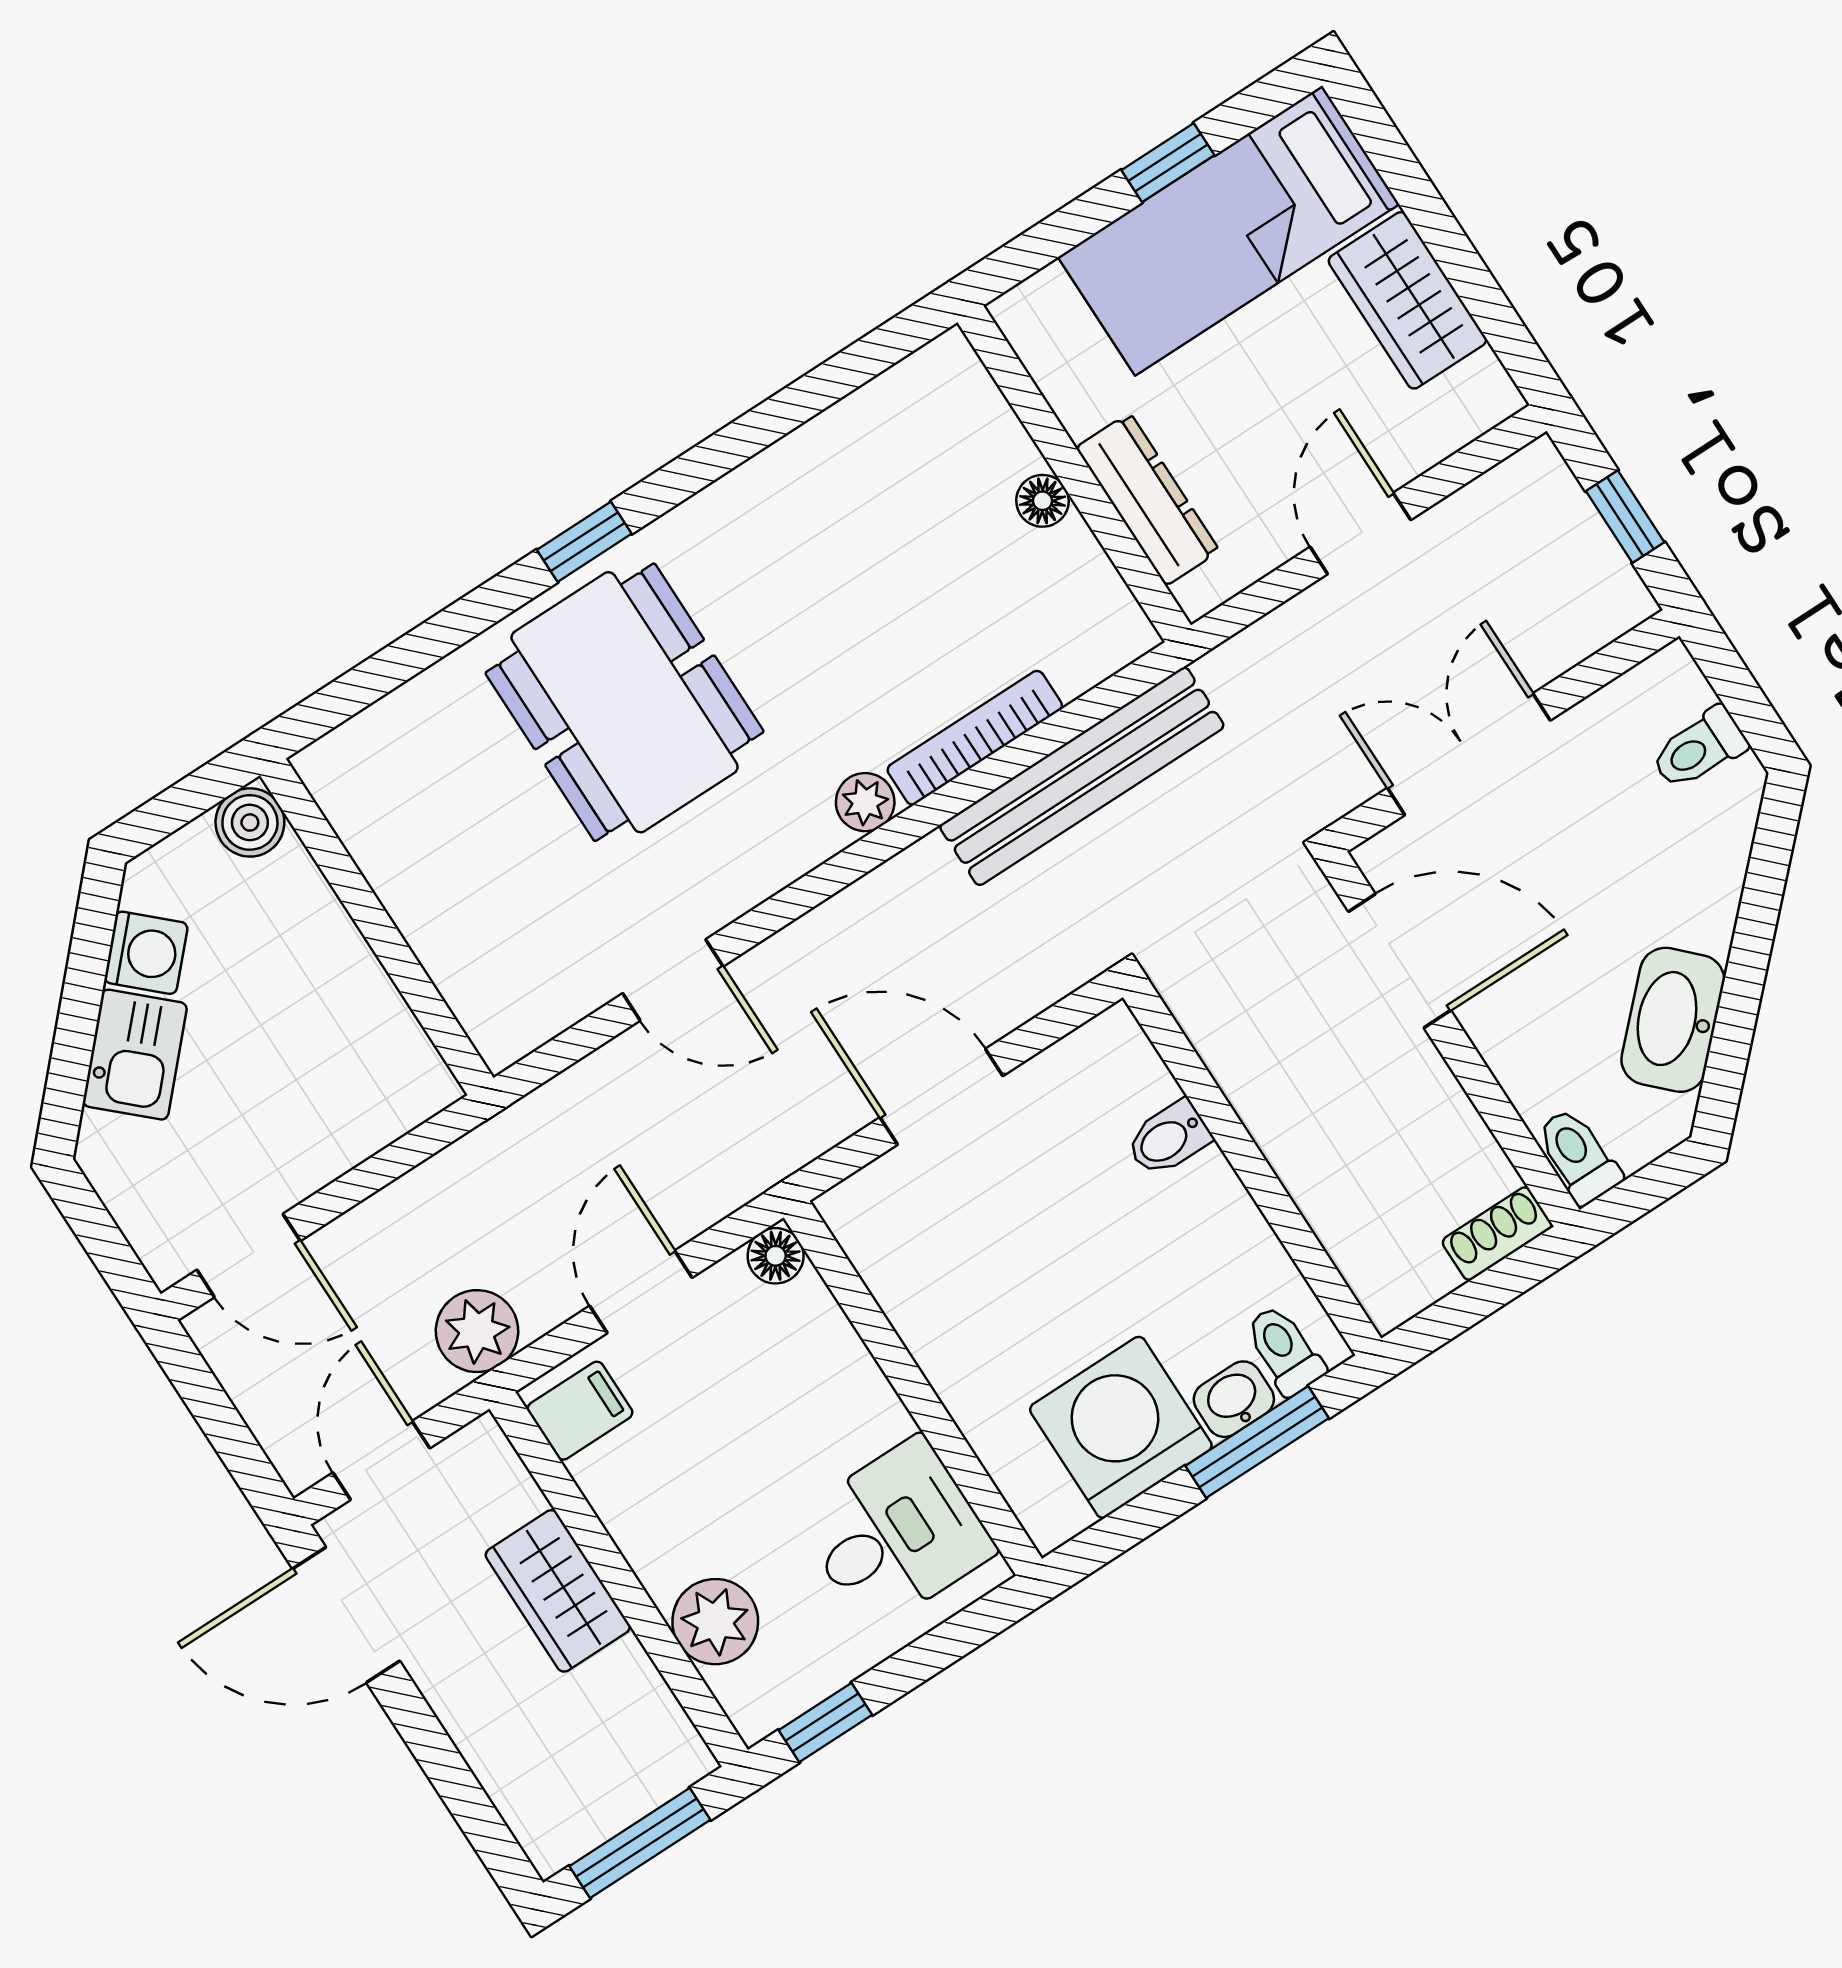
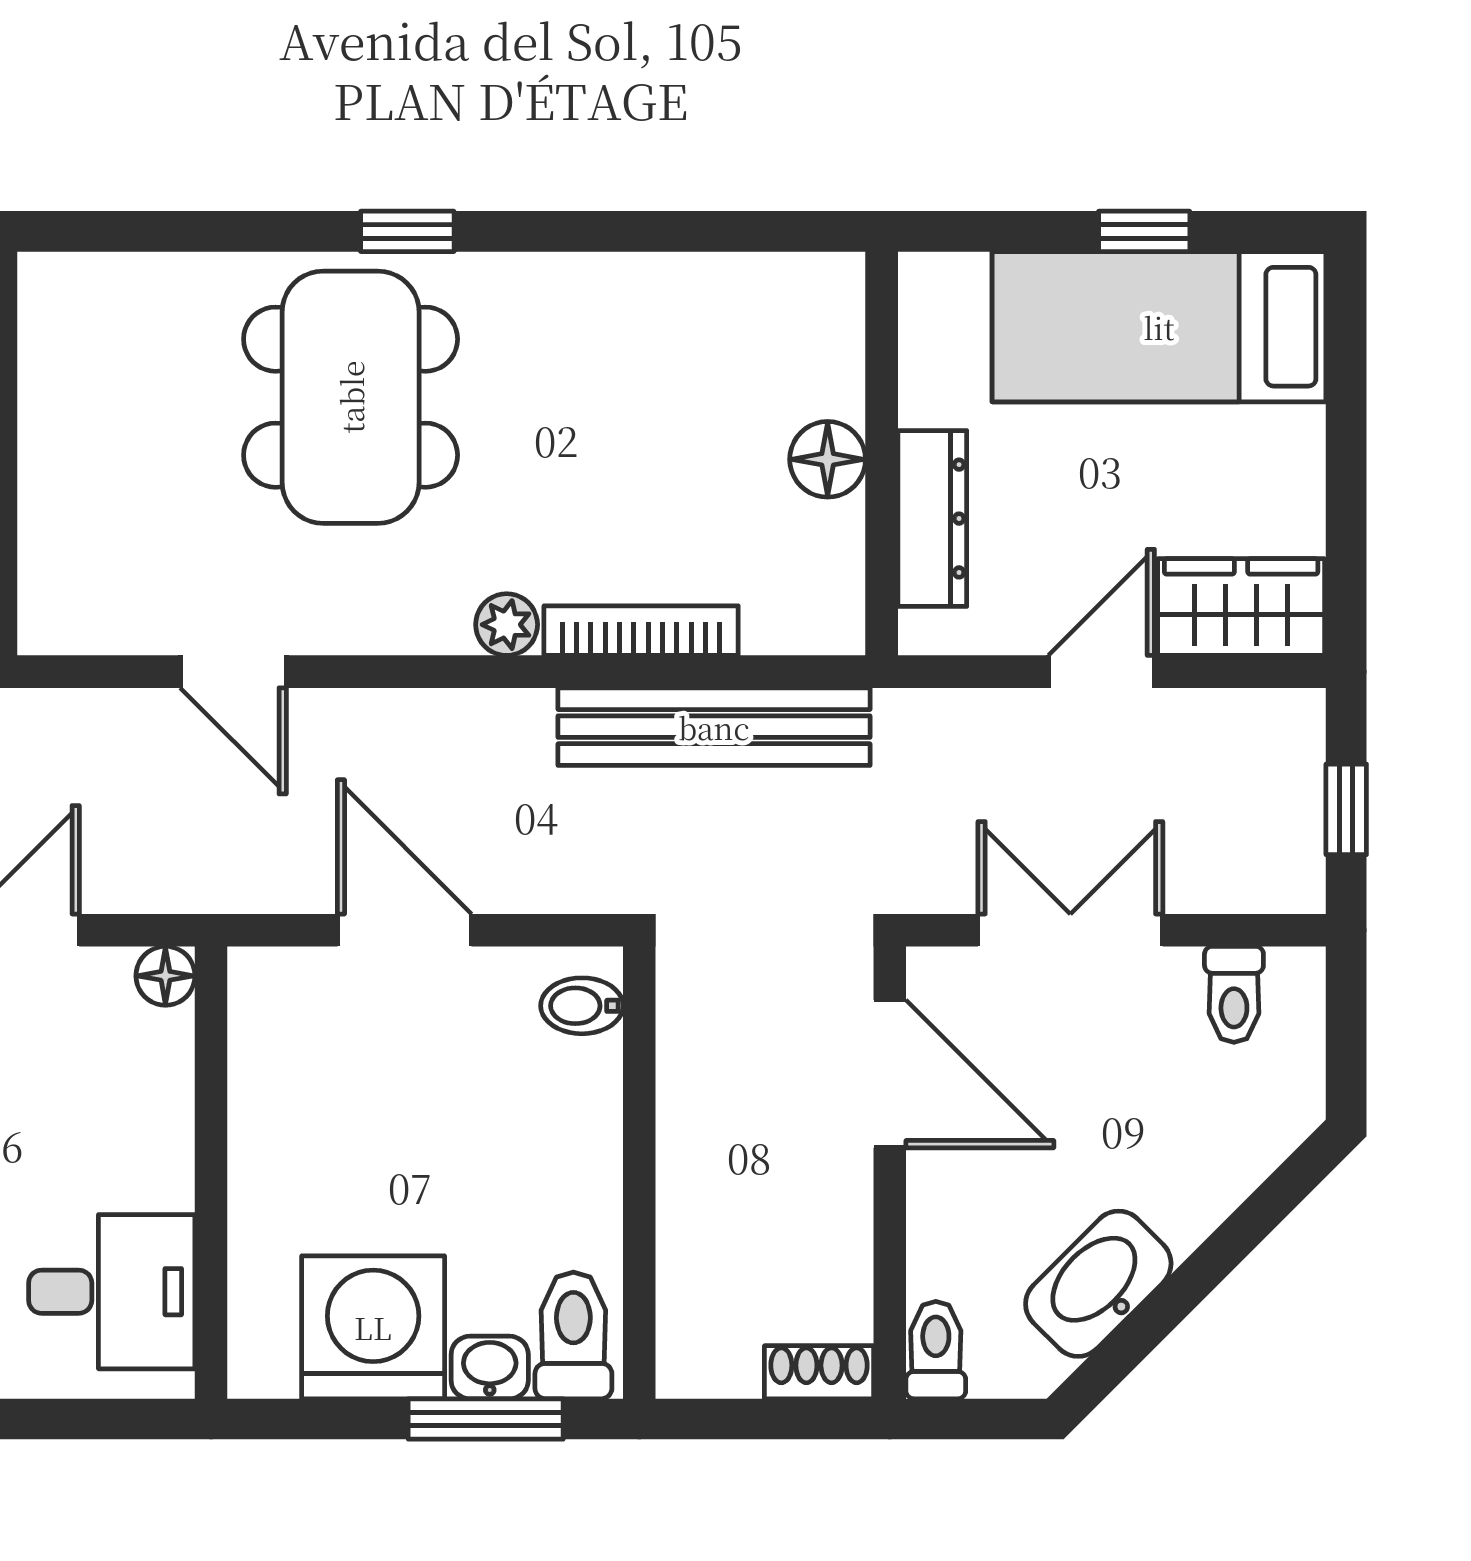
wardrobe: (1407, 300) -> (1241, 607), moved, turned 90
floor lamp: (1042, 501) -> (828, 459), width x1.37, depth x1.37
toilet: (1699, 749) -> (1234, 994), moved, turned -90
bidet: (1168, 1139) -> (582, 1006), moved
toilet: (1284, 1350) -> (573, 1335), width x1.37, depth x1.39

